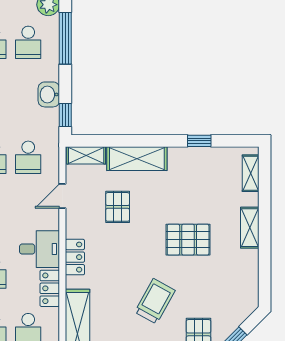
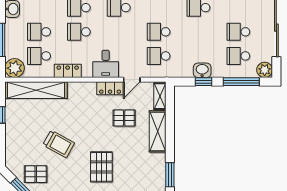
window: (65, 115) -> (203, 82), moved
window: (199, 141) -> (170, 175), width x1.50
door: (62, 196) -> (132, 80), swing flipped
desk: (40, 249) -> (106, 64), moved
locker: (75, 257) -> (110, 88), moved

